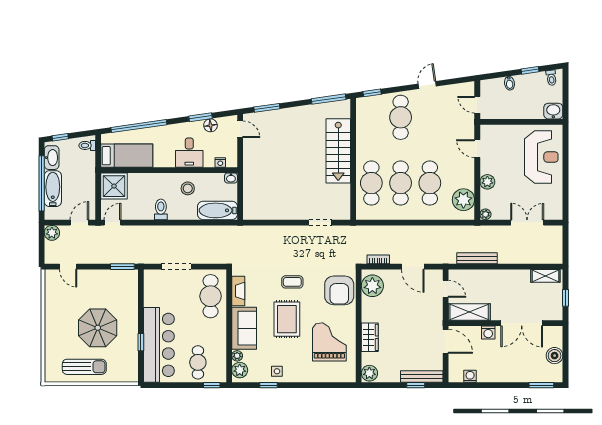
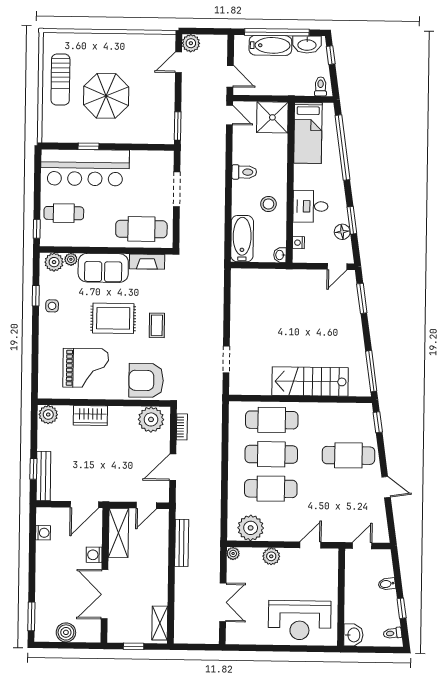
plant: (52, 233) -> (191, 43), moved

